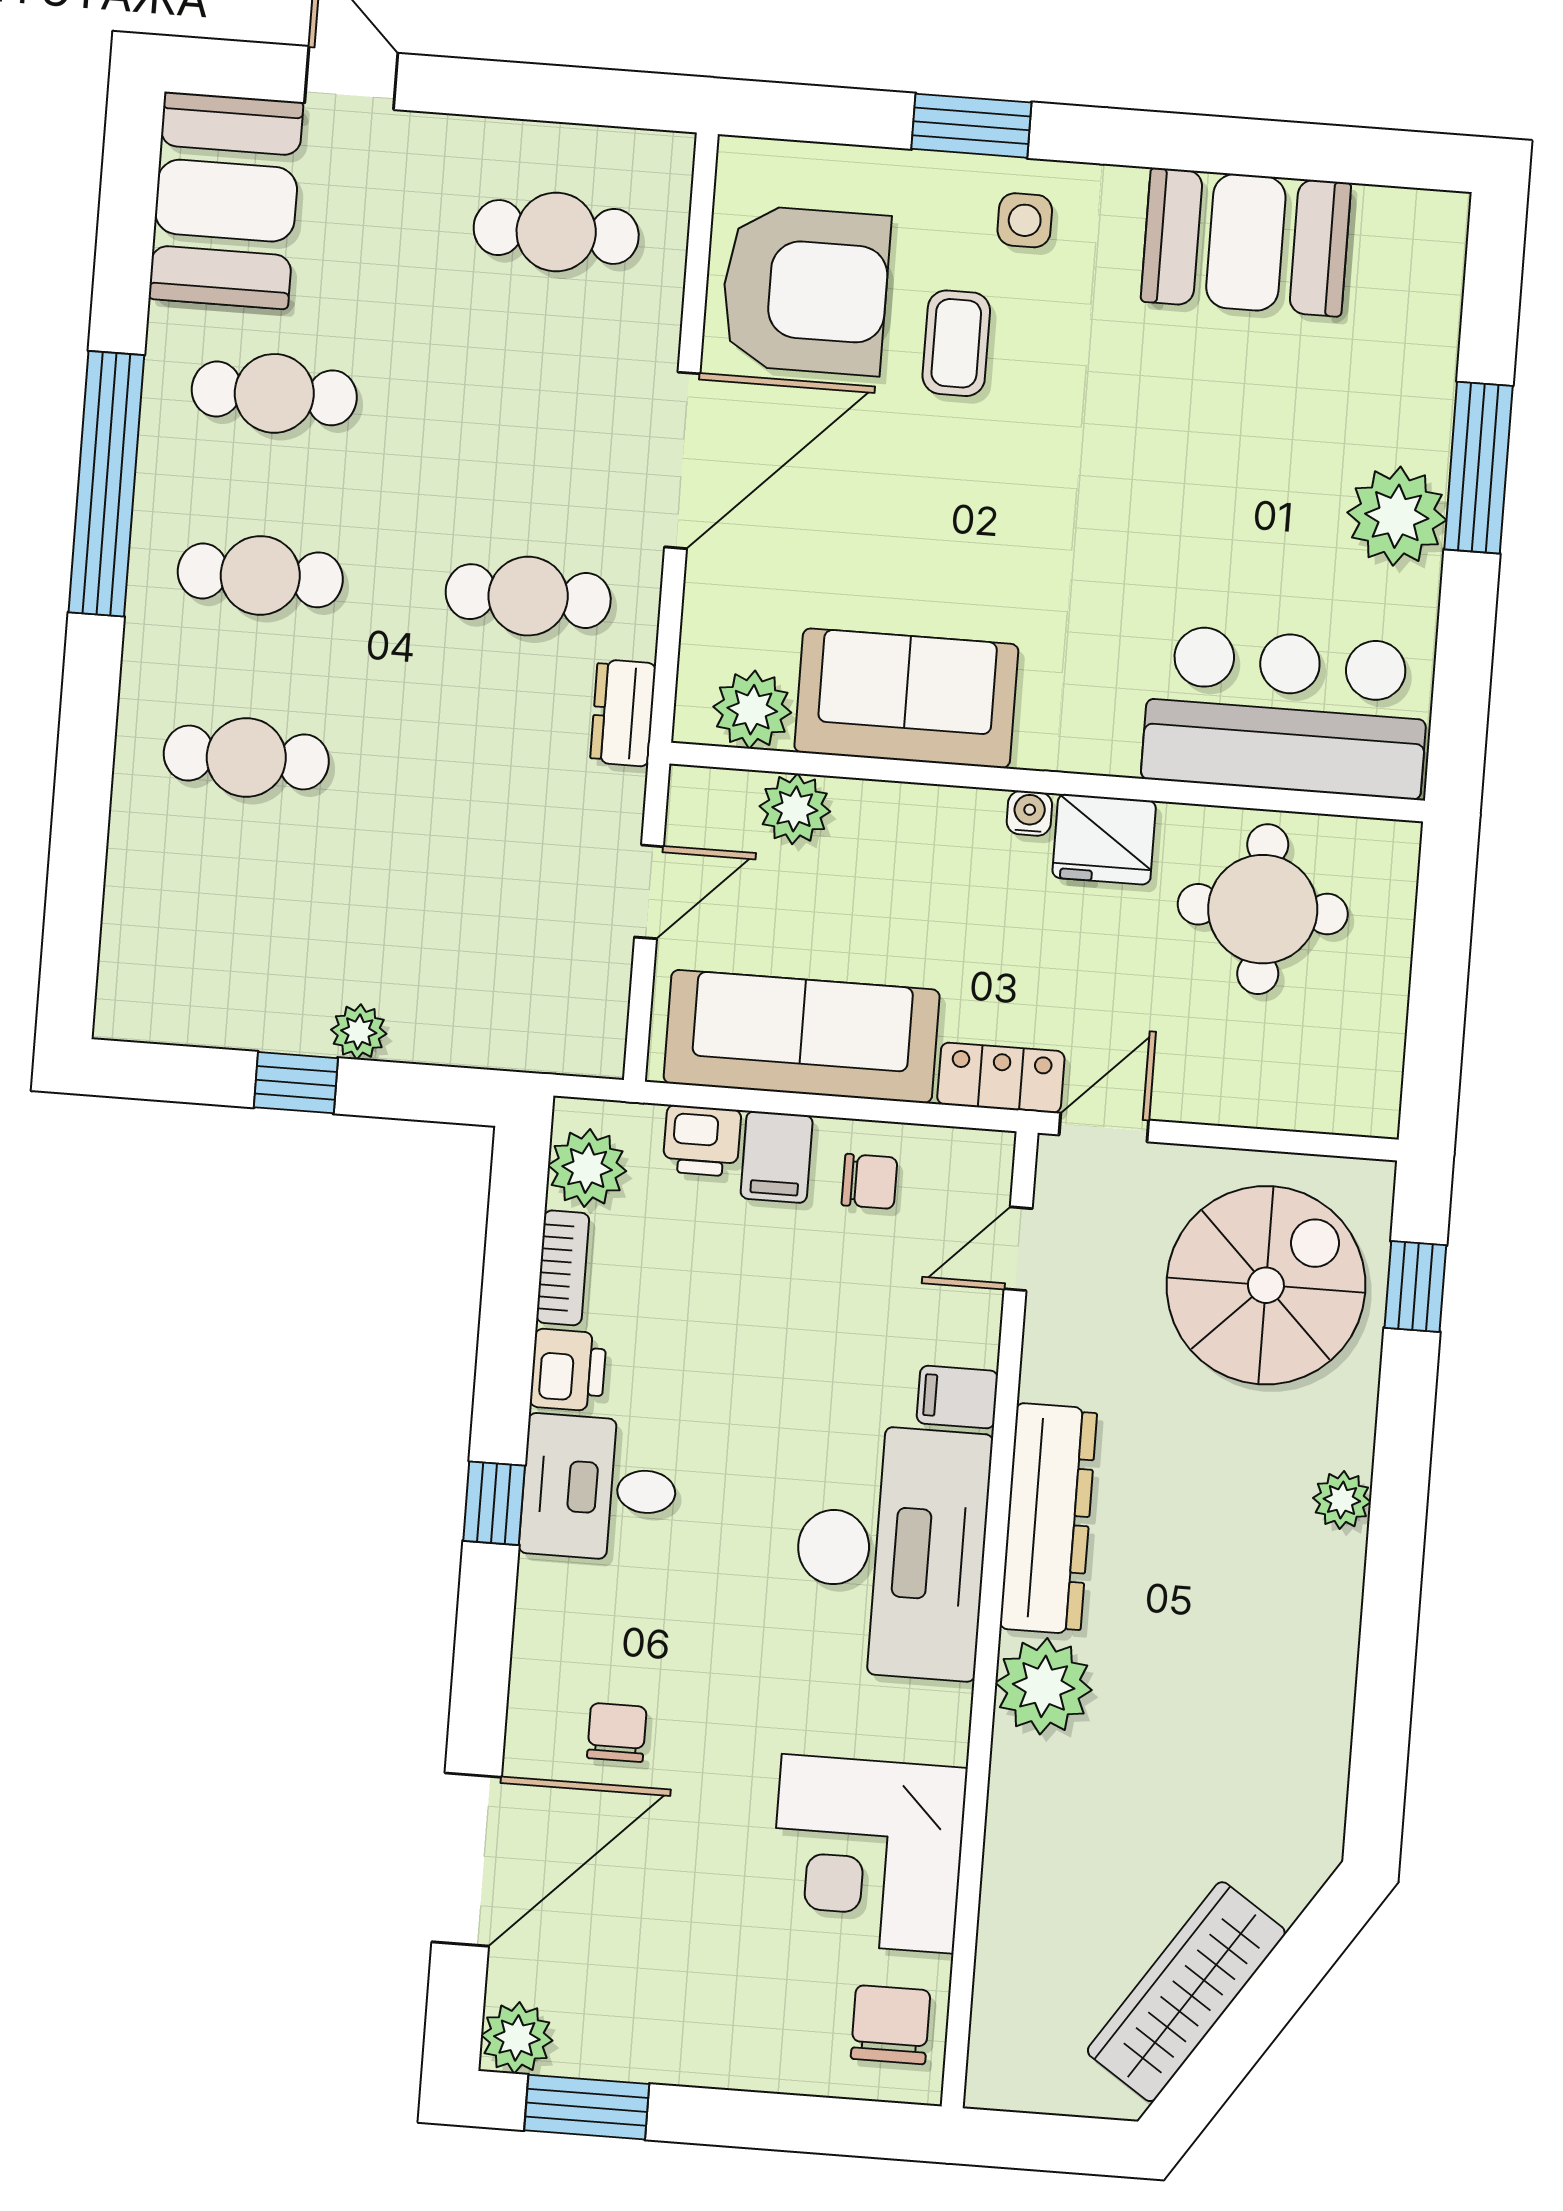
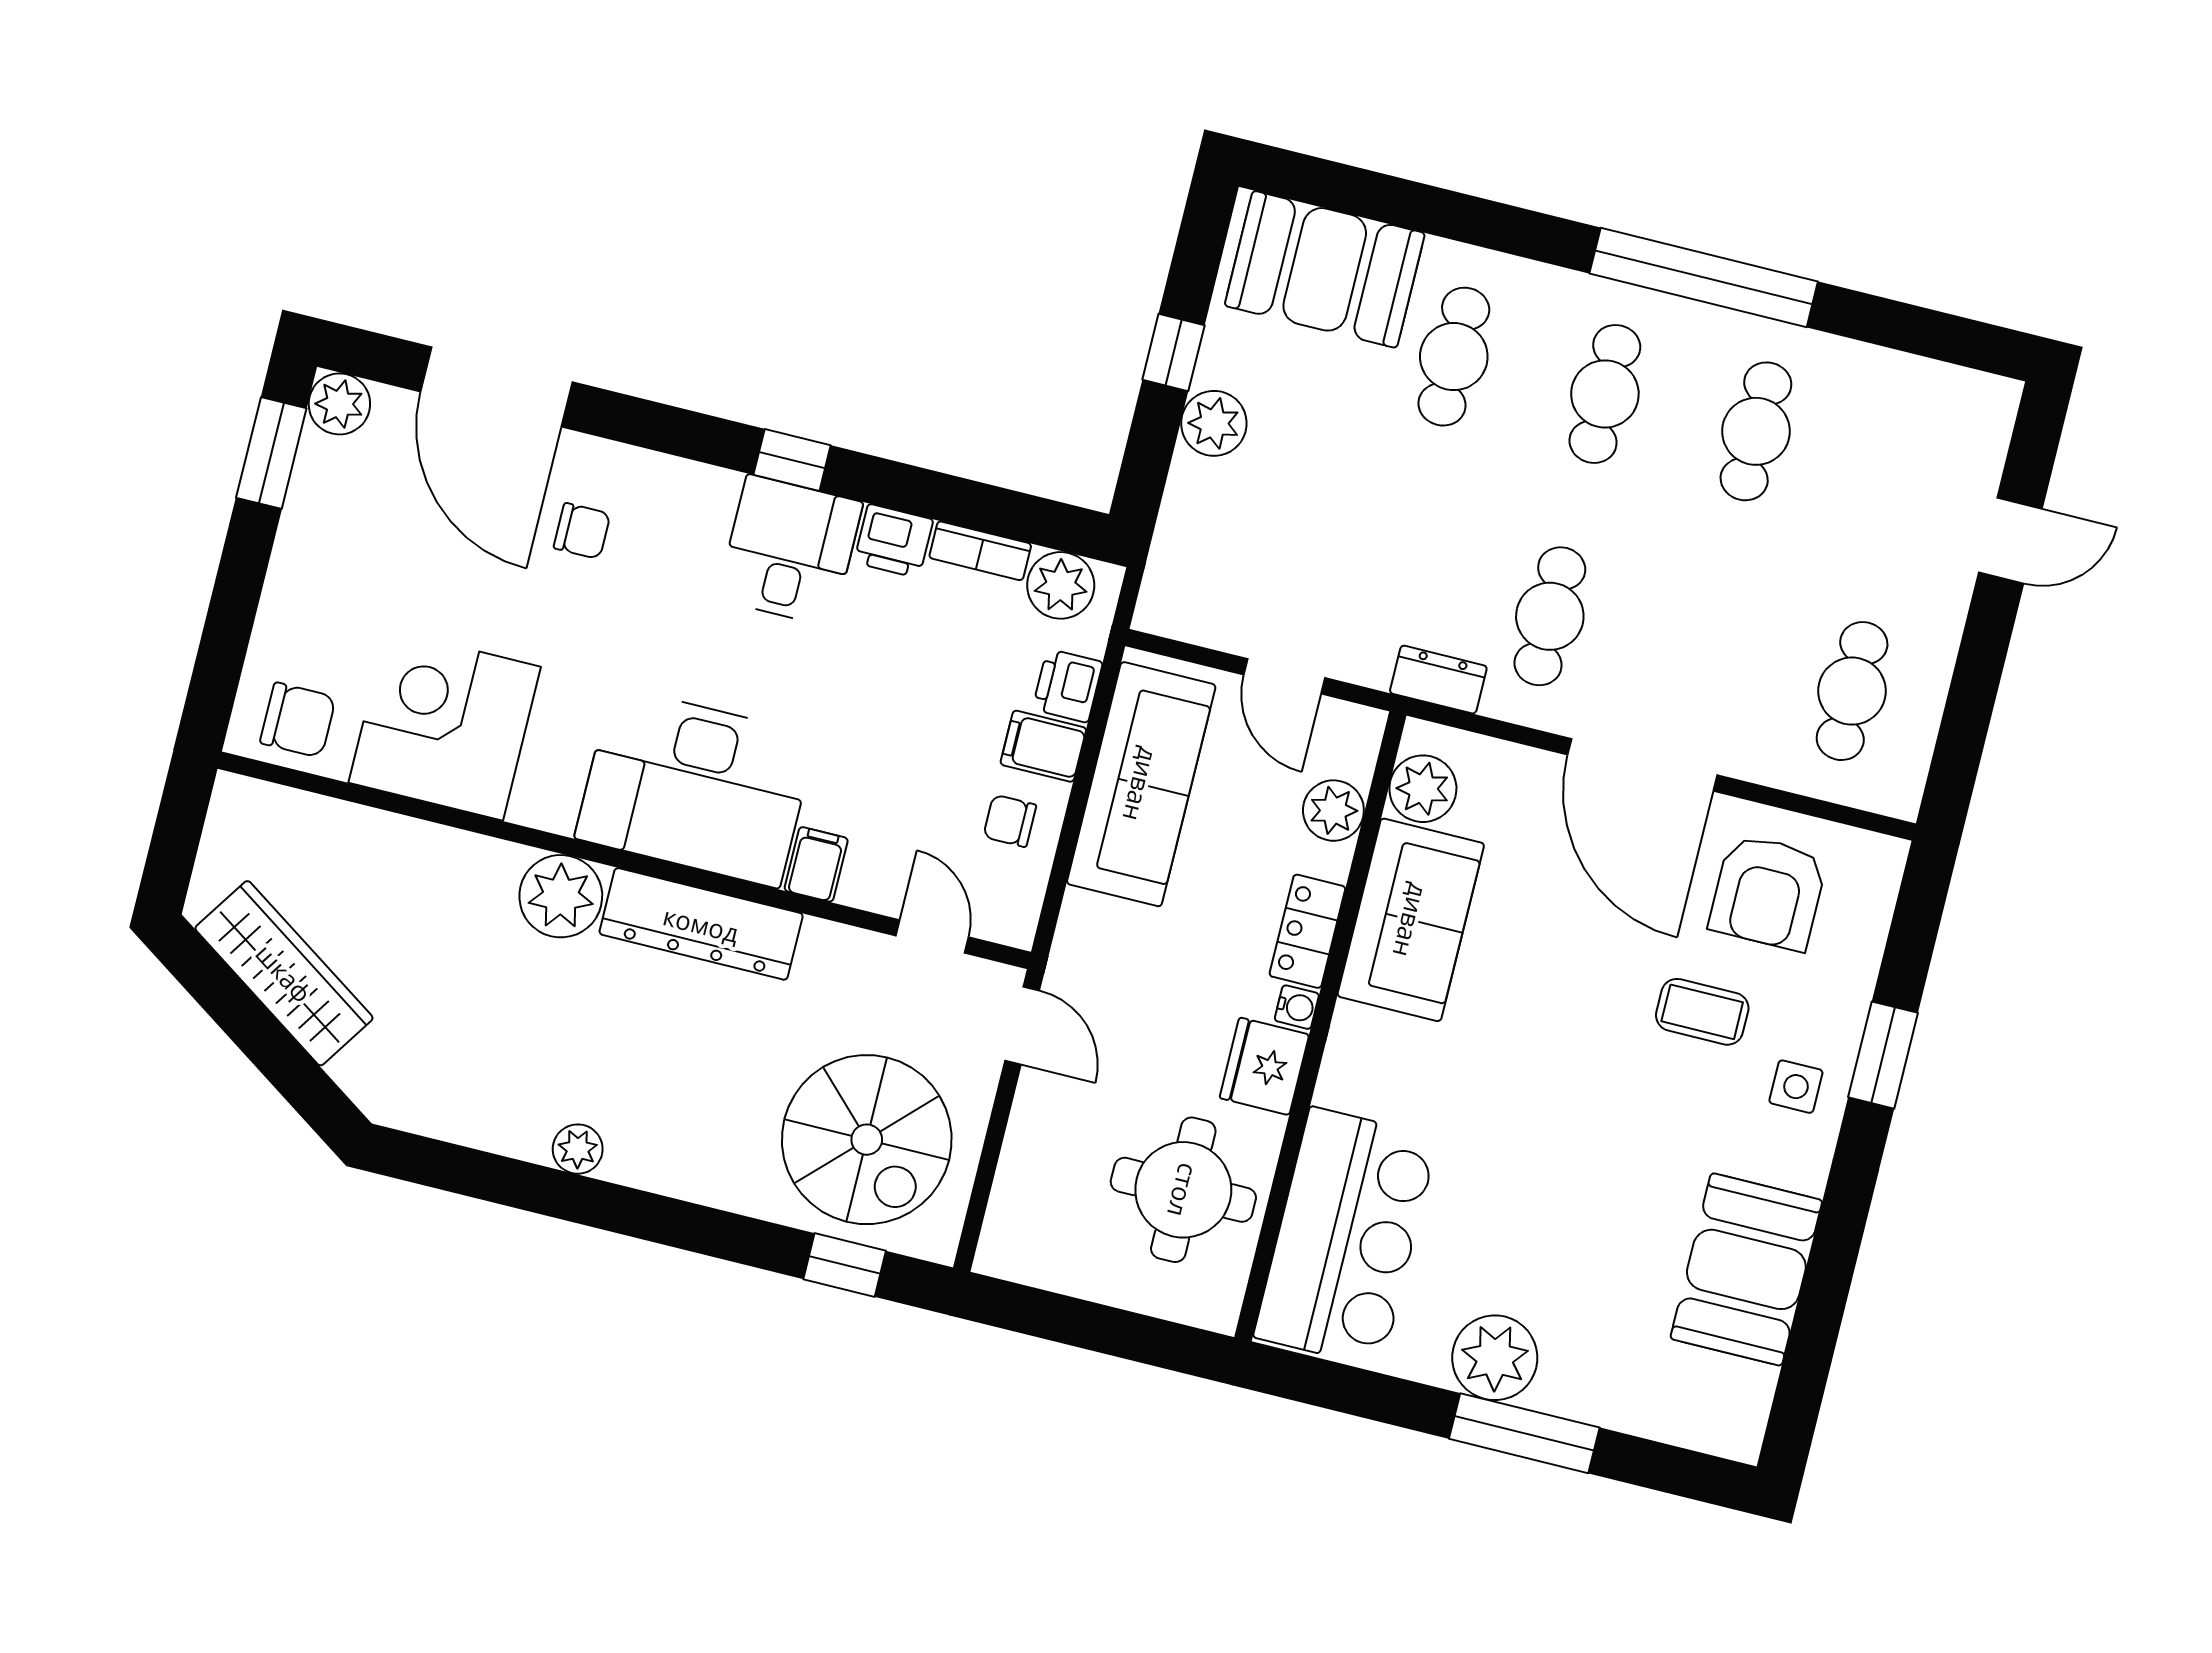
booth: (226, 201) -> (1325, 269), moved
armchair: (805, 290) -> (1768, 892), width x0.73, depth x0.73
plant: (359, 1032) -> (1214, 423), width x1.38, depth x1.38
locker: (1001, 1078) -> (1307, 931), moved, turned 180
chair: (869, 1181) -> (1010, 821), turned 90
plant: (1342, 1500) -> (578, 1149), moved

